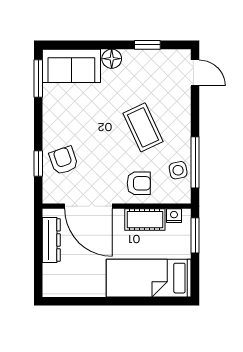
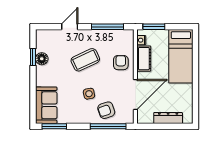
floor lamp: (112, 59) -> (42, 59), moved
door: (195, 73) -> (70, 27), moved
window: (38, 163) -> (108, 126), width x2.17
side table: (178, 170) -> (89, 94), moved
dresser: (51, 240) -> (168, 118), moved

